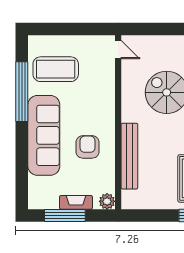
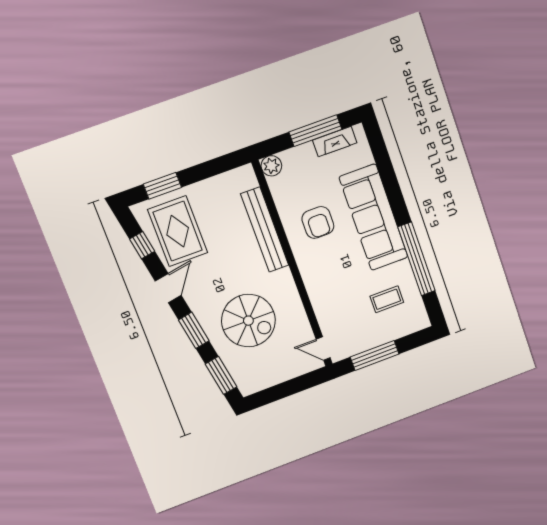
window: (80, 29) -> (375, 355), added
coffee table: (56, 69) -> (387, 299), width x0.54, depth x0.58
fireplace: (76, 202) -> (335, 142), moved

